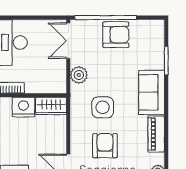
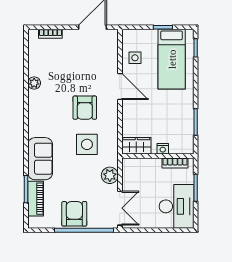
armchair: (116, 35) -> (74, 214), turned 90
nightstand: (23, 107) -> (163, 149), width x0.53, depth x0.56
piano: (156, 134) -> (36, 199), moved

